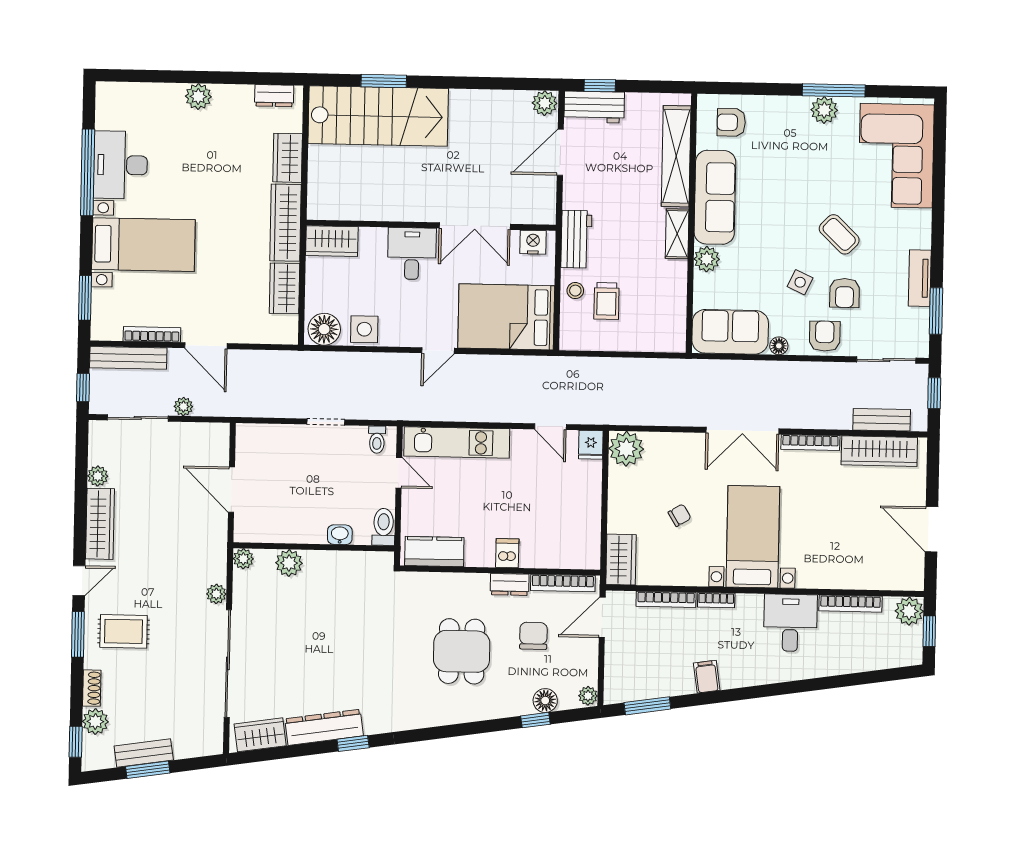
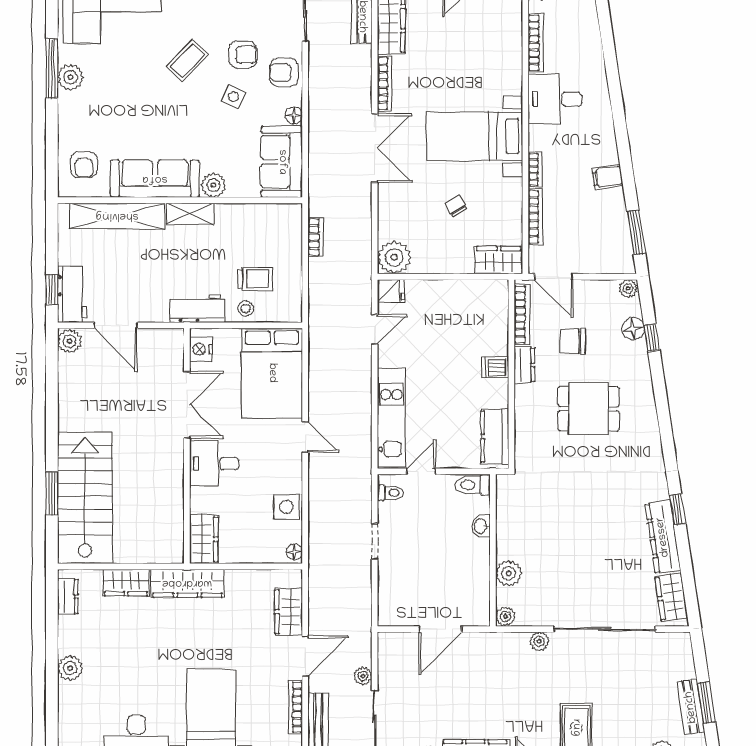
wardrobe: (284, 288) -> (289, 612), moved, turned 90
floor lamp: (324, 329) -> (294, 552), width x0.53, depth x0.53
bookcase: (649, 366) -> (316, 237), added

